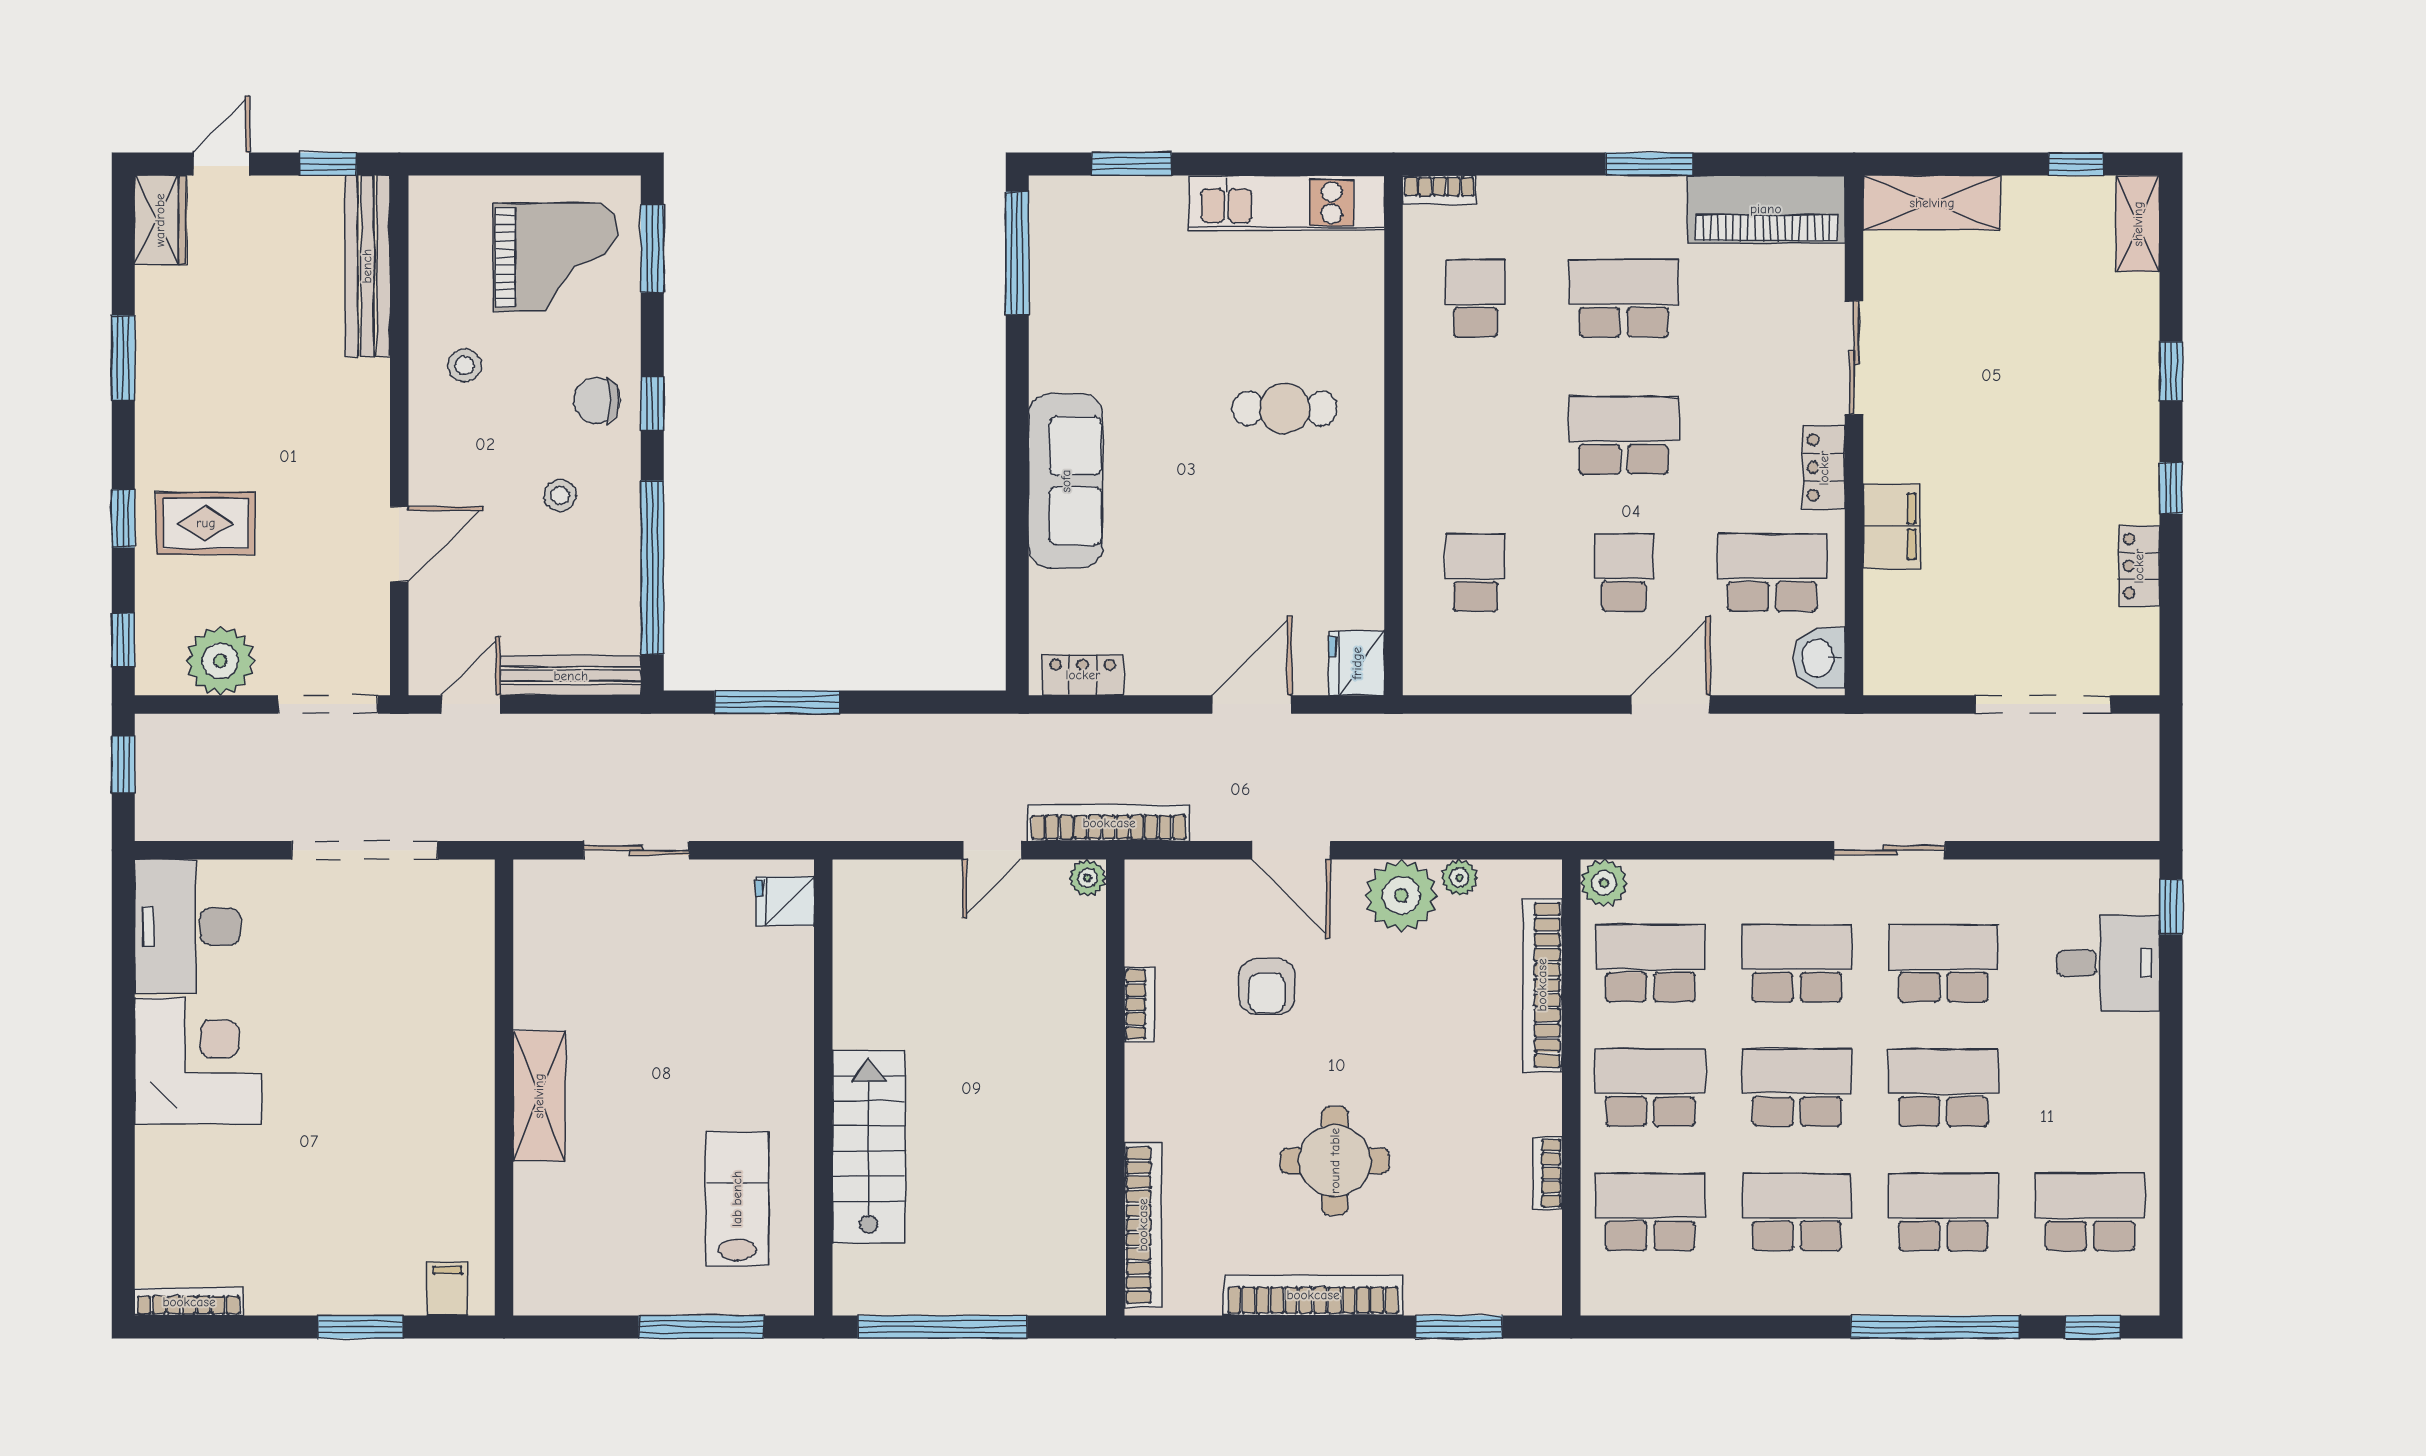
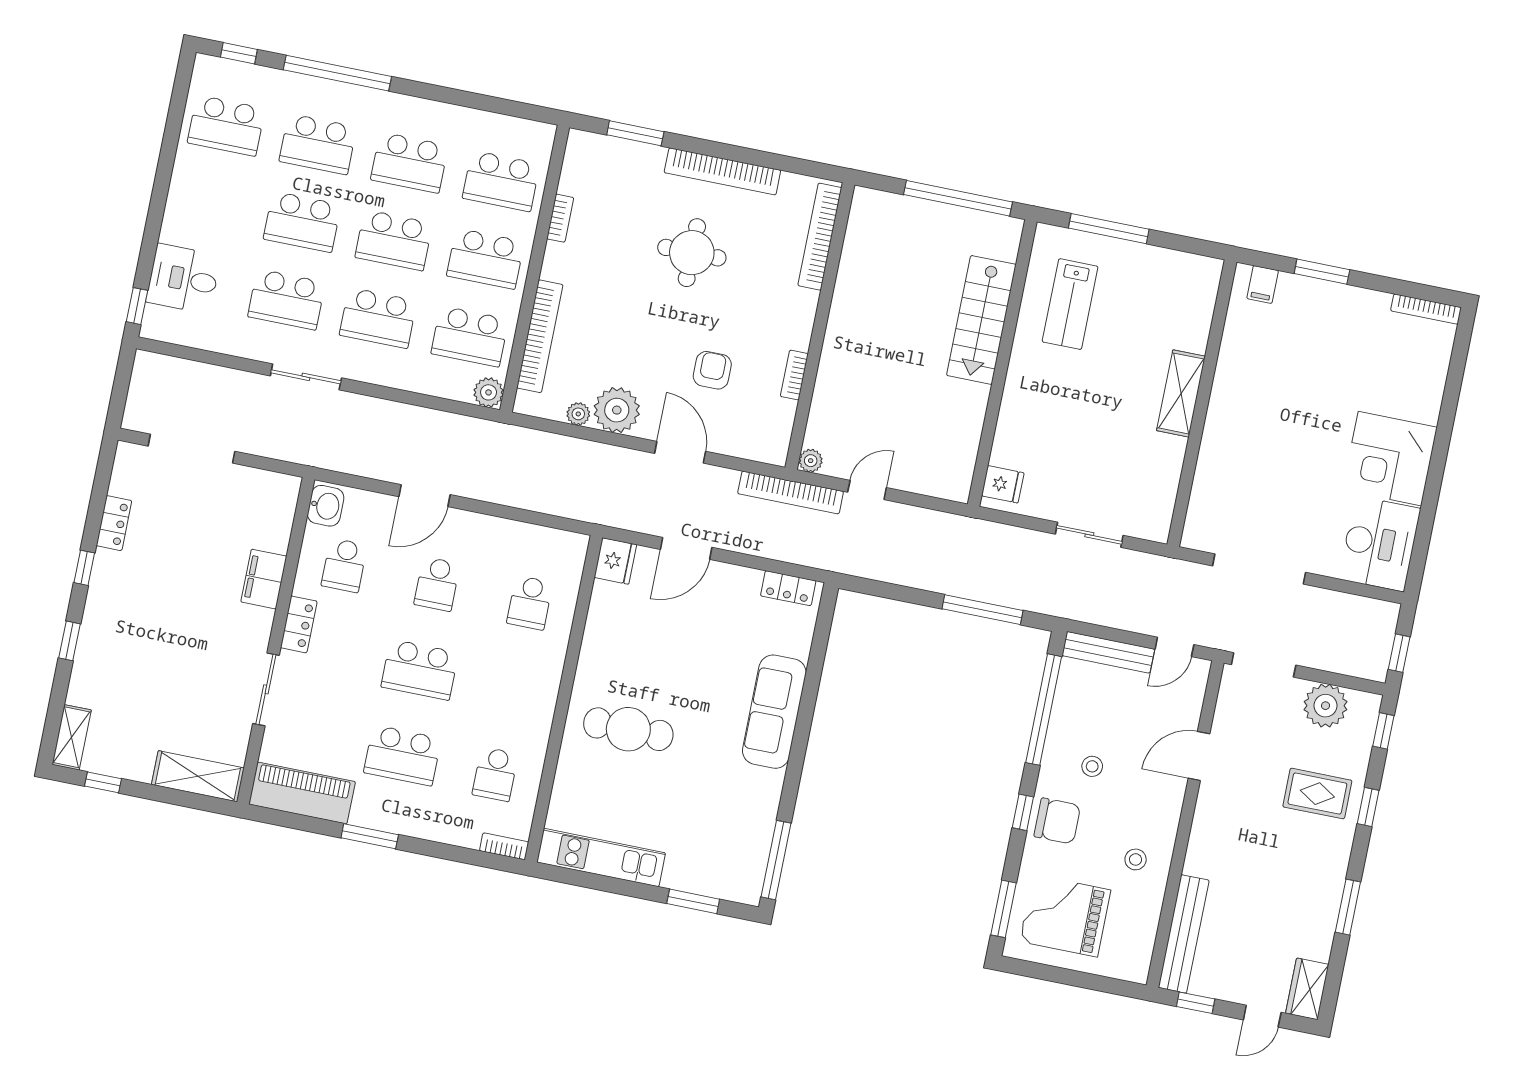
chair: (597, 400) -> (1057, 821), width x1.37, depth x1.37
cafe table: (1285, 409) -> (628, 729), width x1.37, depth x1.35
school desk: (1772, 572) -> (344, 565), width x0.54

